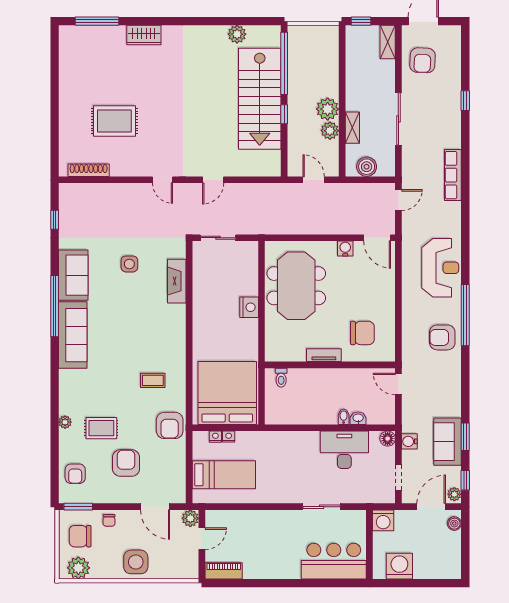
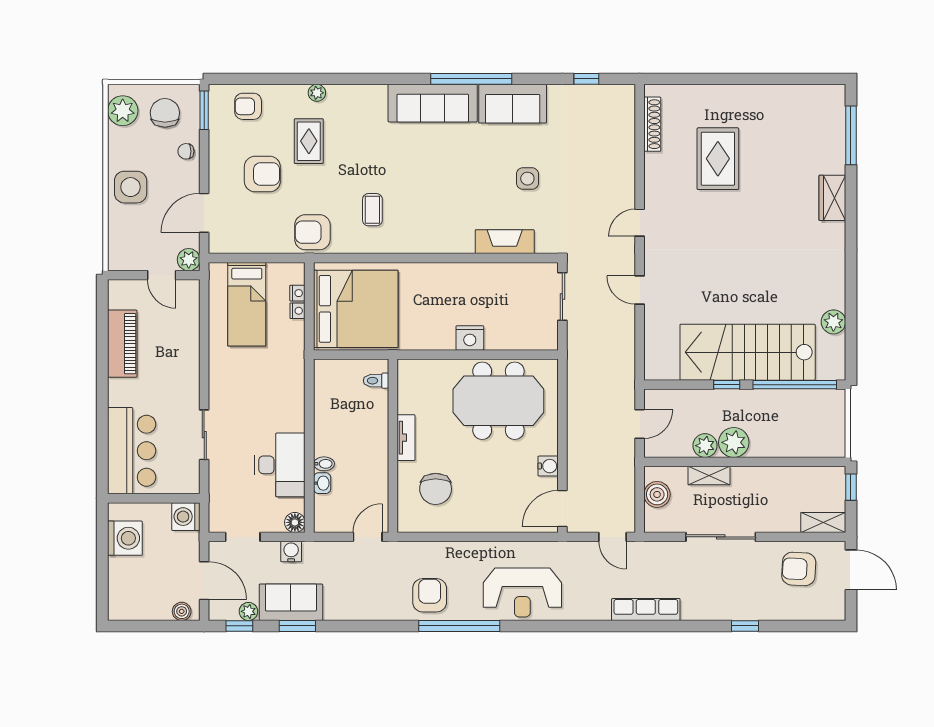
plant: (454, 494) -> (248, 611), moved
piano: (224, 571) -> (122, 344), moved, width x1.37, depth x1.33

